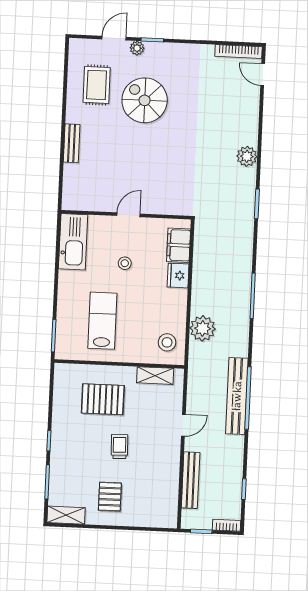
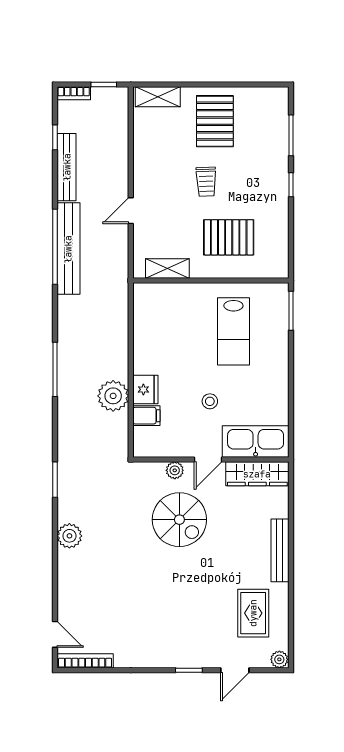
plant: (137, 48) -> (279, 659), moved
spiral stairs: (145, 100) -> (179, 520), moved
bench: (72, 143) -> (280, 550), width x1.36
wardrobe: (88, 201) -> (257, 474), added
plant: (157, 207) -> (175, 470), added
kitchen sink: (73, 242) -> (256, 441), moved, turned 90
filing cabinet: (179, 245) -> (146, 416), width x0.50
plant: (203, 328) -> (113, 396), moved
stool: (167, 342) -> (155, 309), removed
bench: (191, 480) -> (67, 167), moved
pallet: (110, 497) -> (215, 121), width x1.50, depth x1.42
shelving: (66, 515) -> (158, 97), moved

